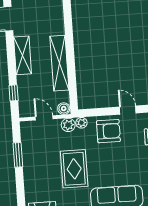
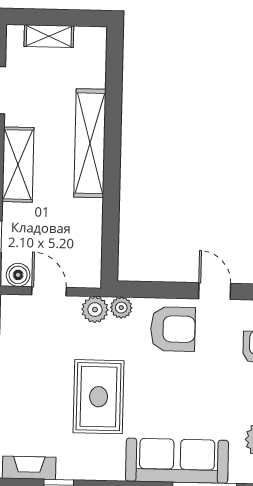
shelving: (59, 63) -> (90, 143), moved
boiler: (64, 109) -> (18, 275), moved

